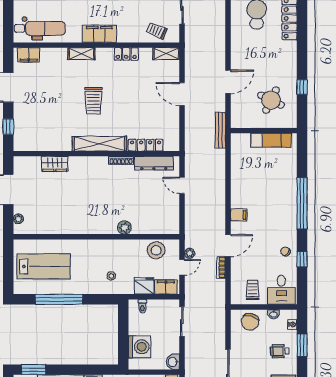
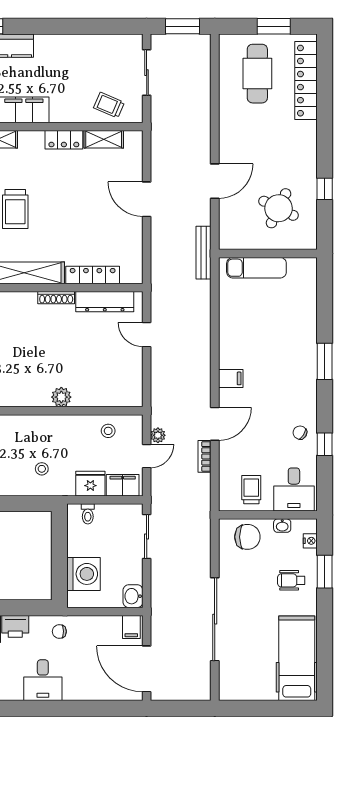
shelving: (166, 54) -> (104, 139), moved
exam couch: (271, 140) -> (256, 268), moved
window: (302, 203) -> (325, 361), width x0.47
stool: (156, 250) -> (108, 431), width x0.53, depth x0.53
chair: (250, 322) -> (247, 537), turned -106

